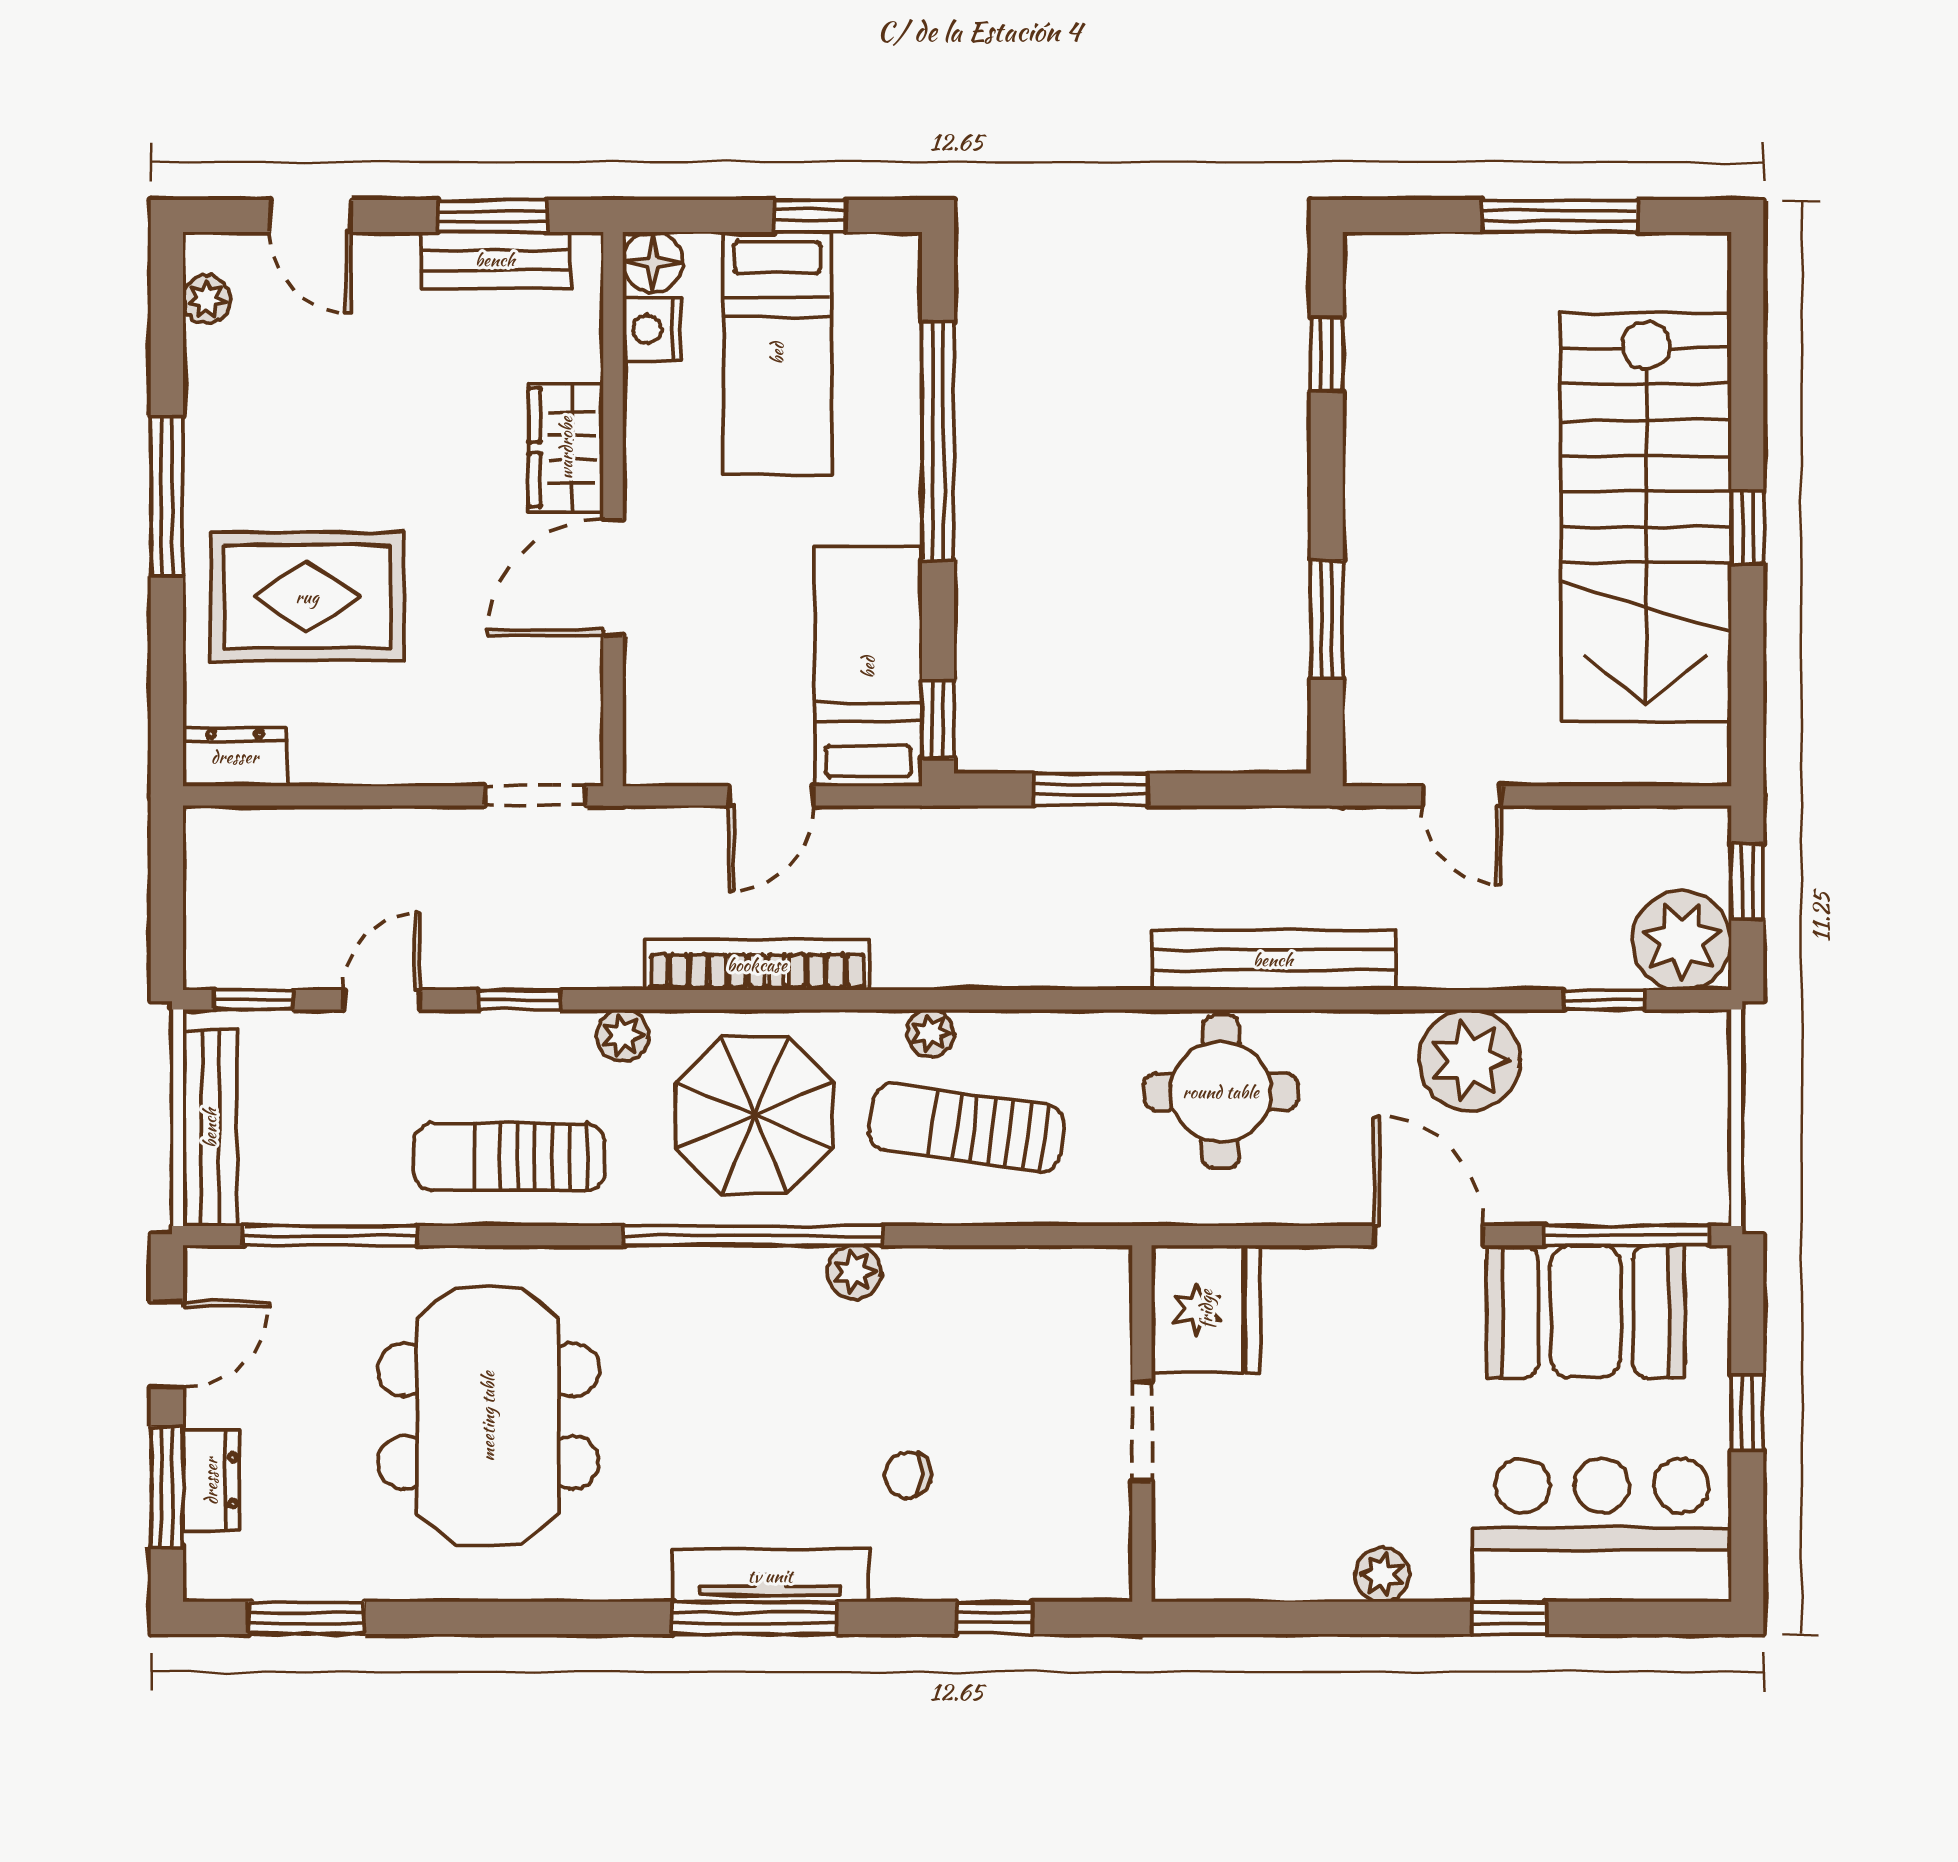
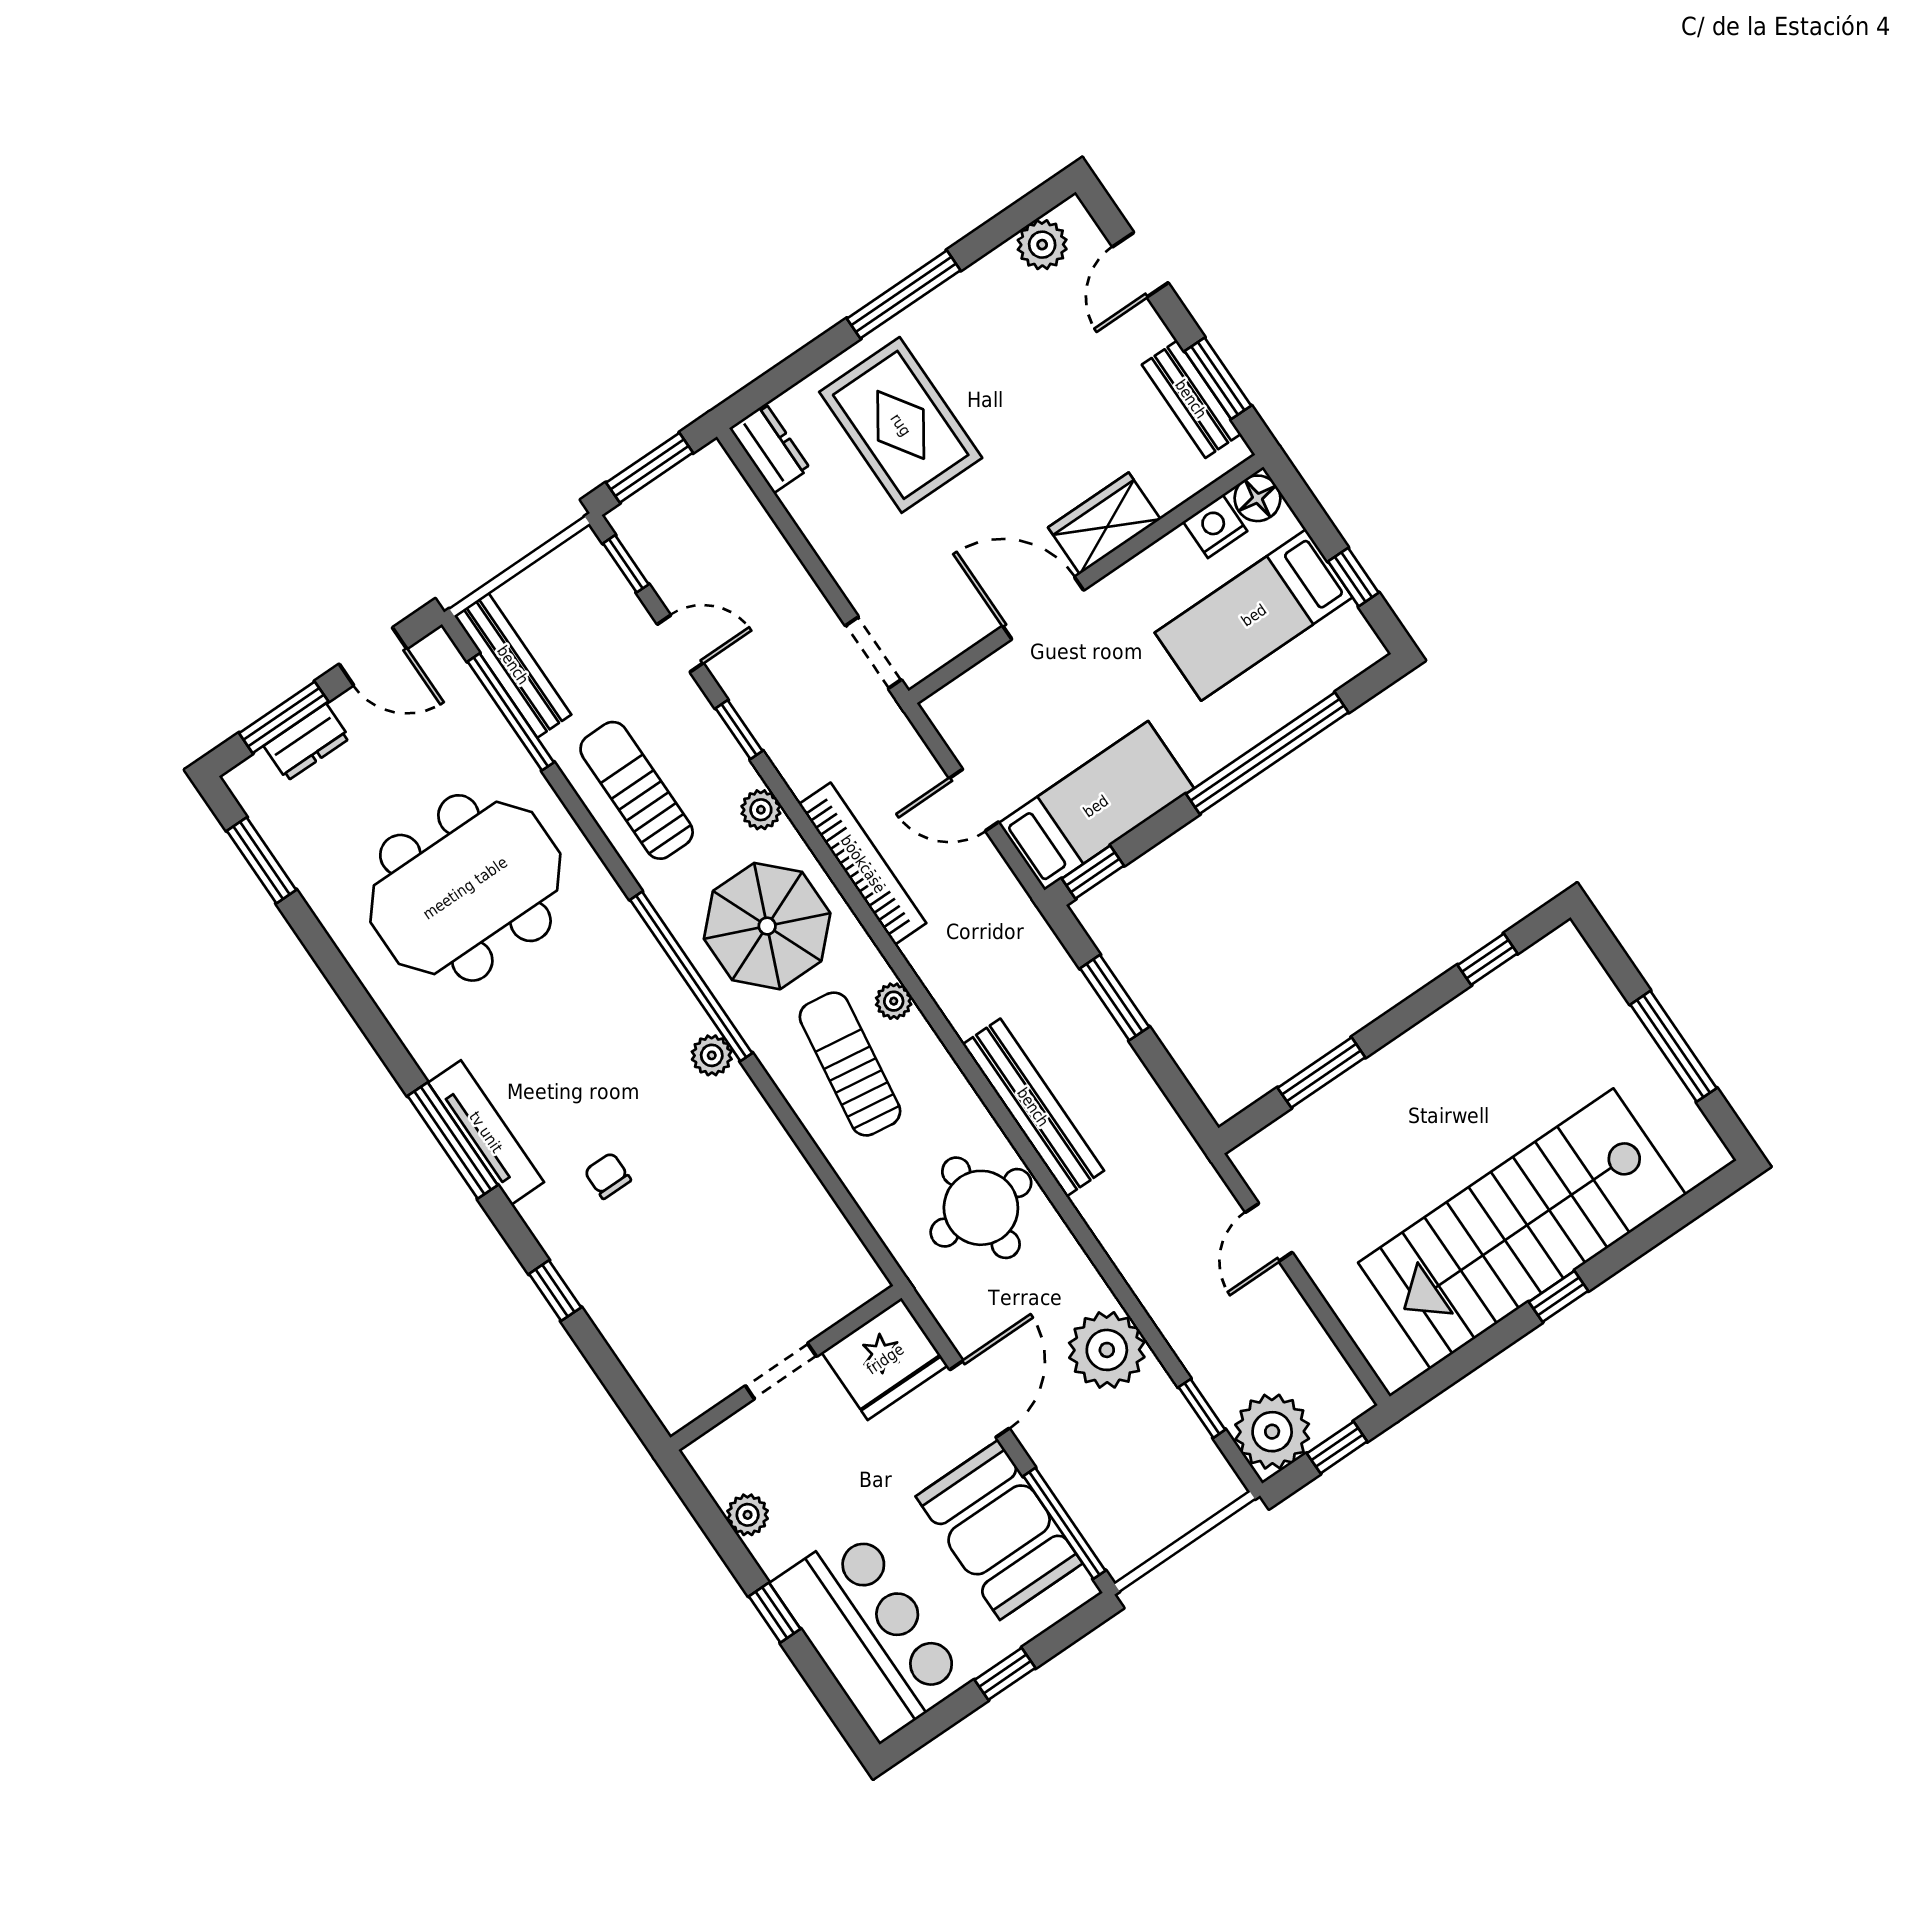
plant: (207, 299) -> (1042, 245), width x1.38, depth x1.38
window: (167, 902) -> (650, 468), added
bench: (1273, 960) -> (1033, 1107), moved
bench: (210, 1128) -> (513, 665), moved, turned 90
fridge: (1206, 1309) -> (885, 1359), moved
wall: (1142, 1424) -> (786, 1368), moved
doorway: (1142, 1431) -> (781, 1371), moved

